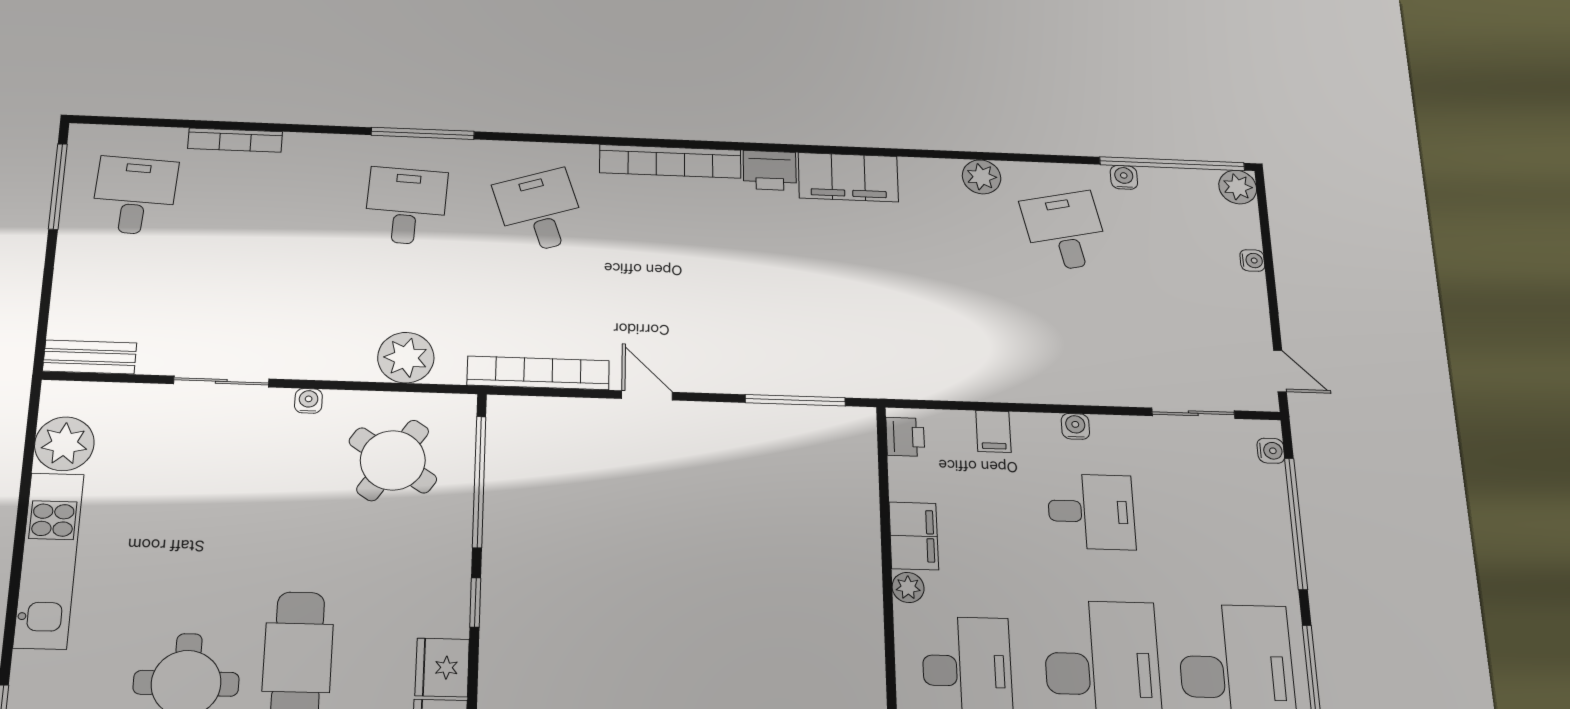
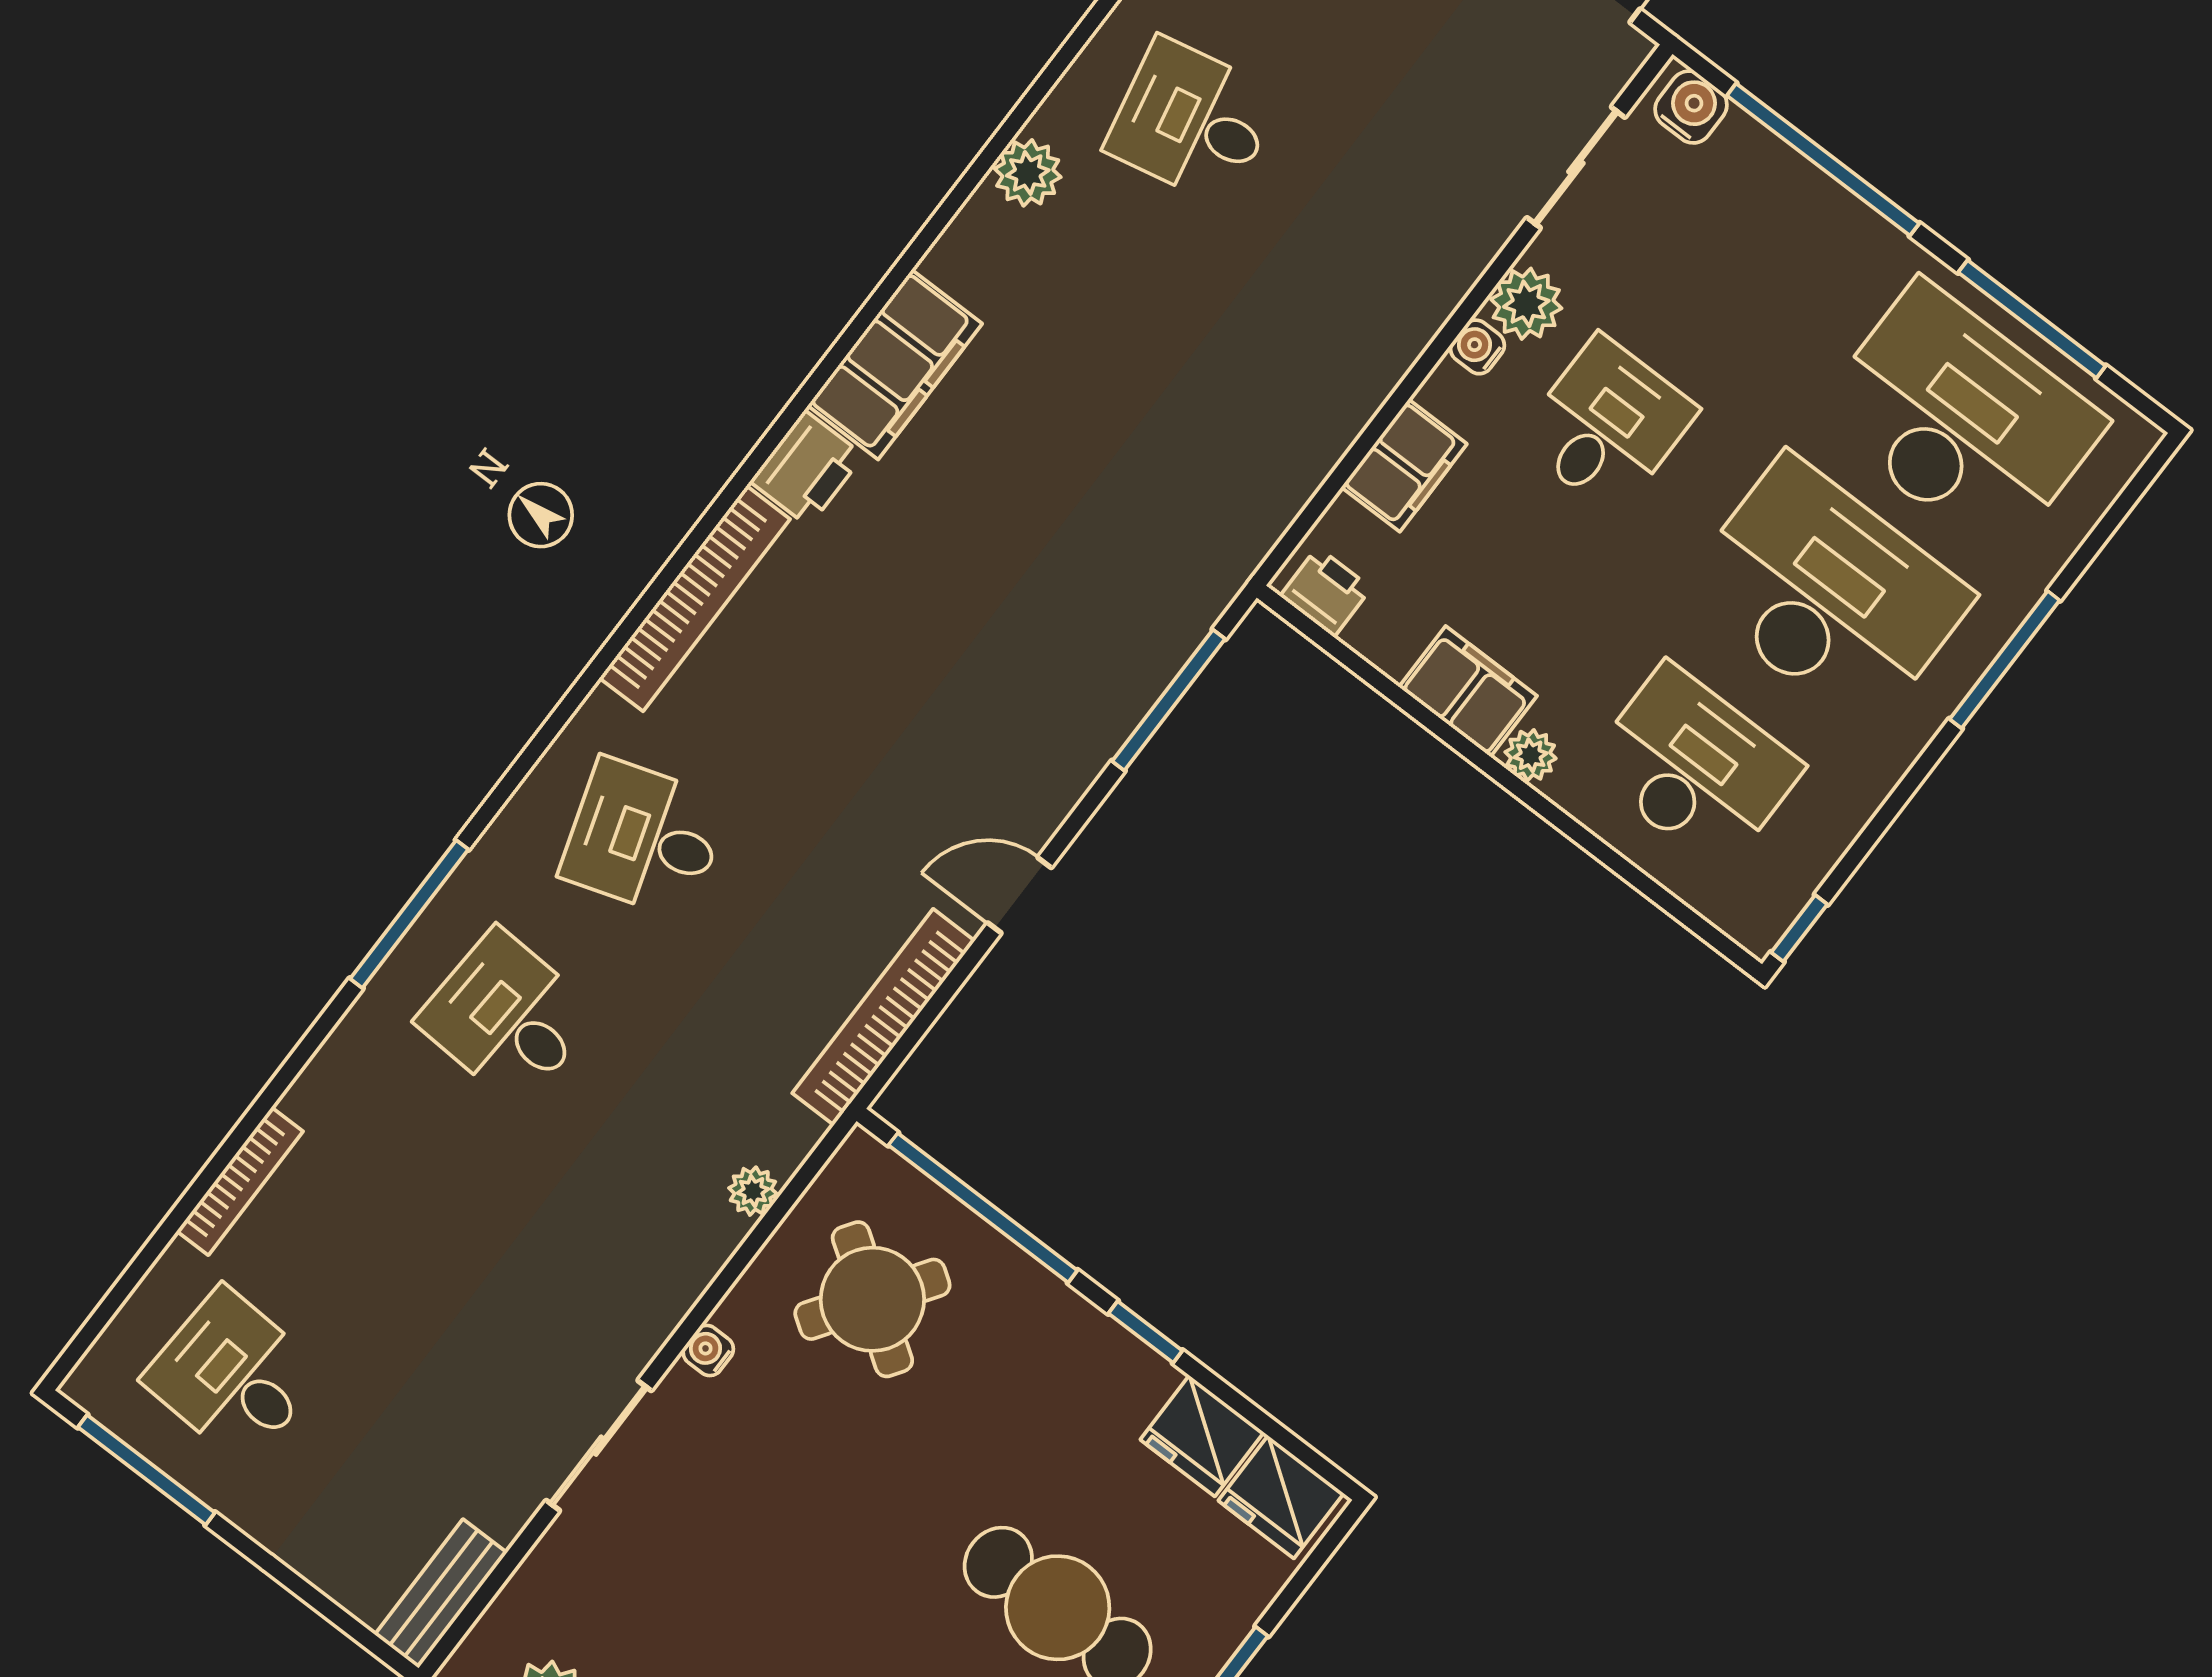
plant: (406, 358) -> (753, 1191), width x0.53, depth x0.53
filing cabinet: (993, 431) -> (1404, 466), width x2.00
plant: (1114, 435) -> (1526, 304), added
water cooler: (1271, 451) -> (1691, 107), width x1.38, depth x1.38

